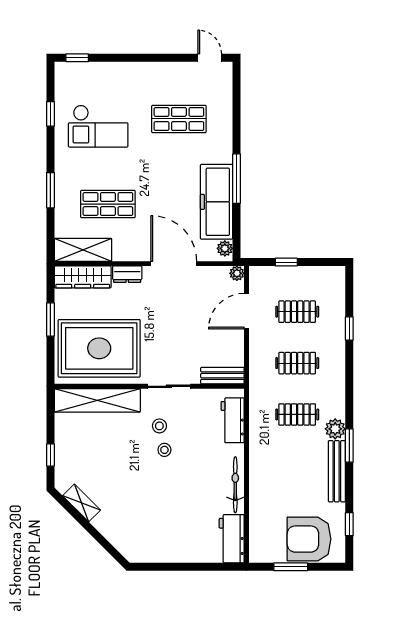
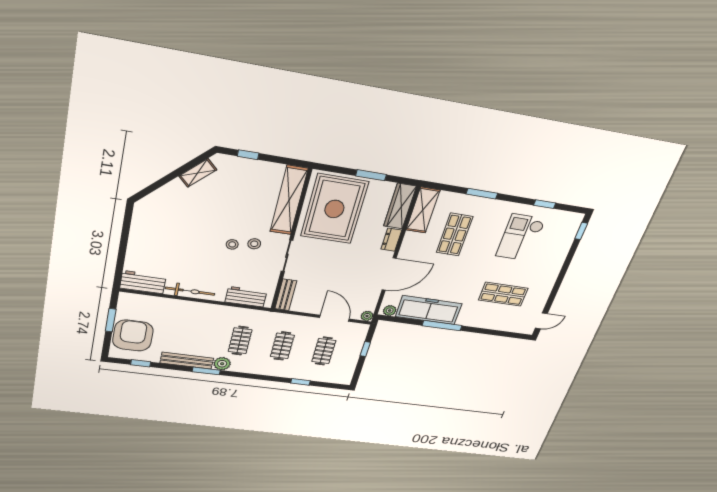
shop shelf: (179, 119) -> (503, 294), turned 90

